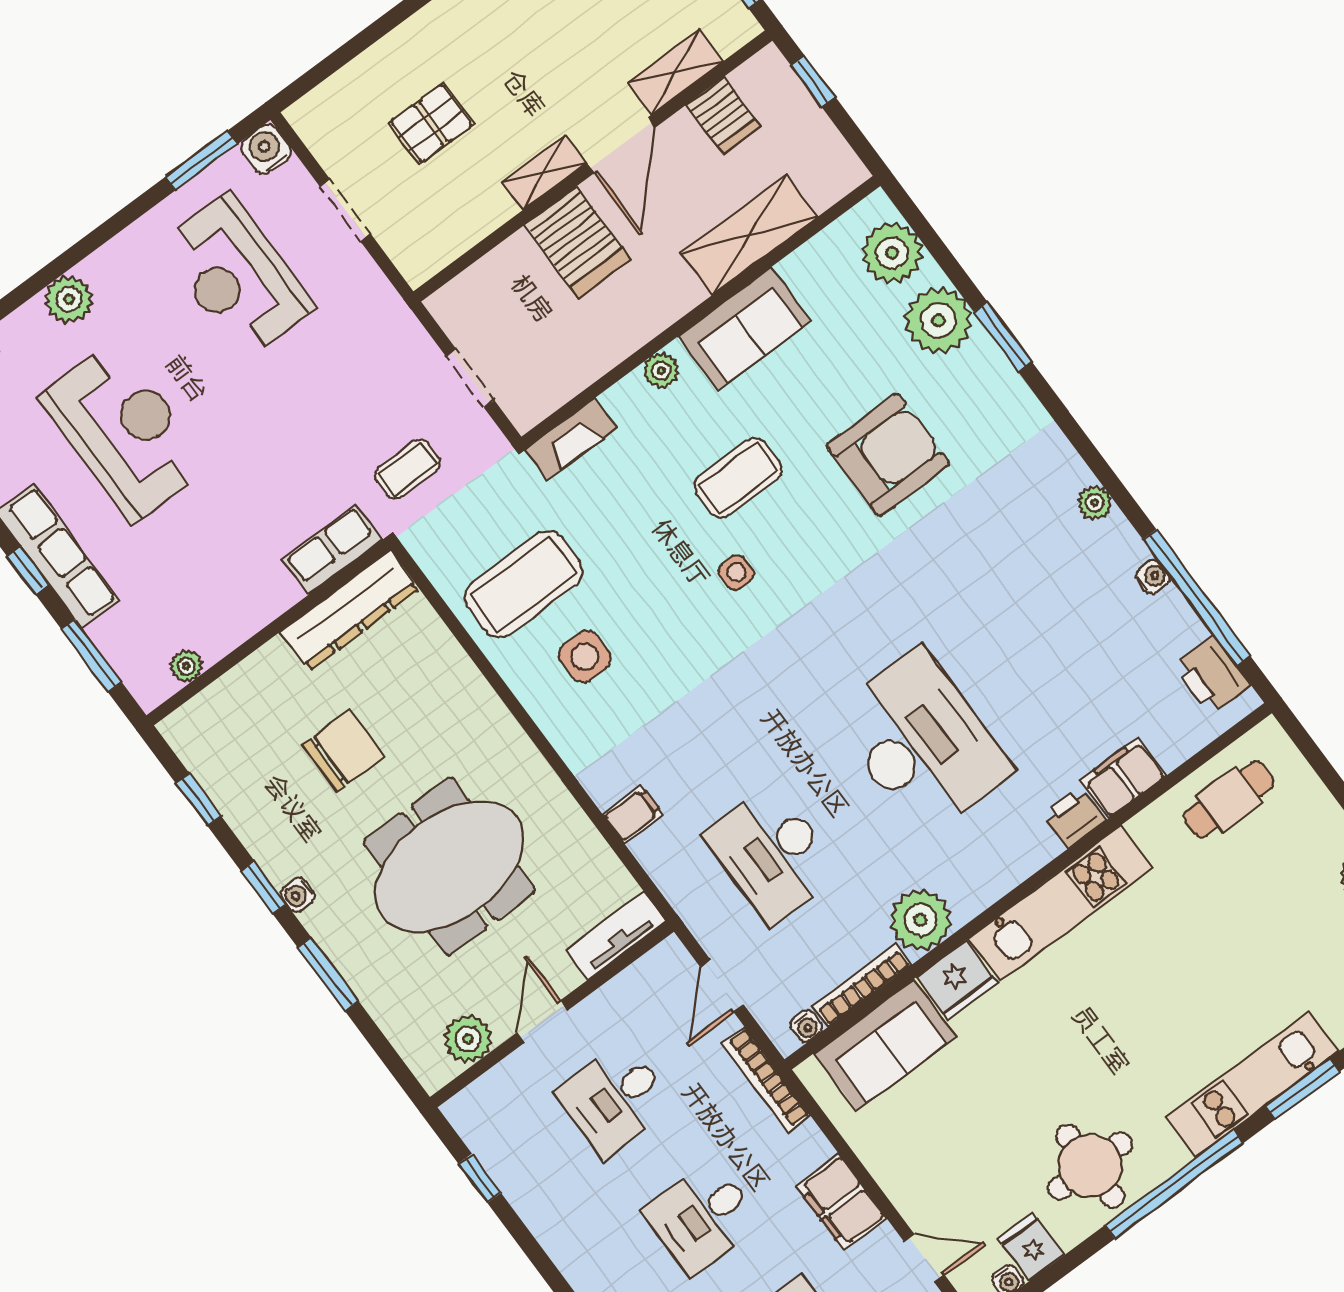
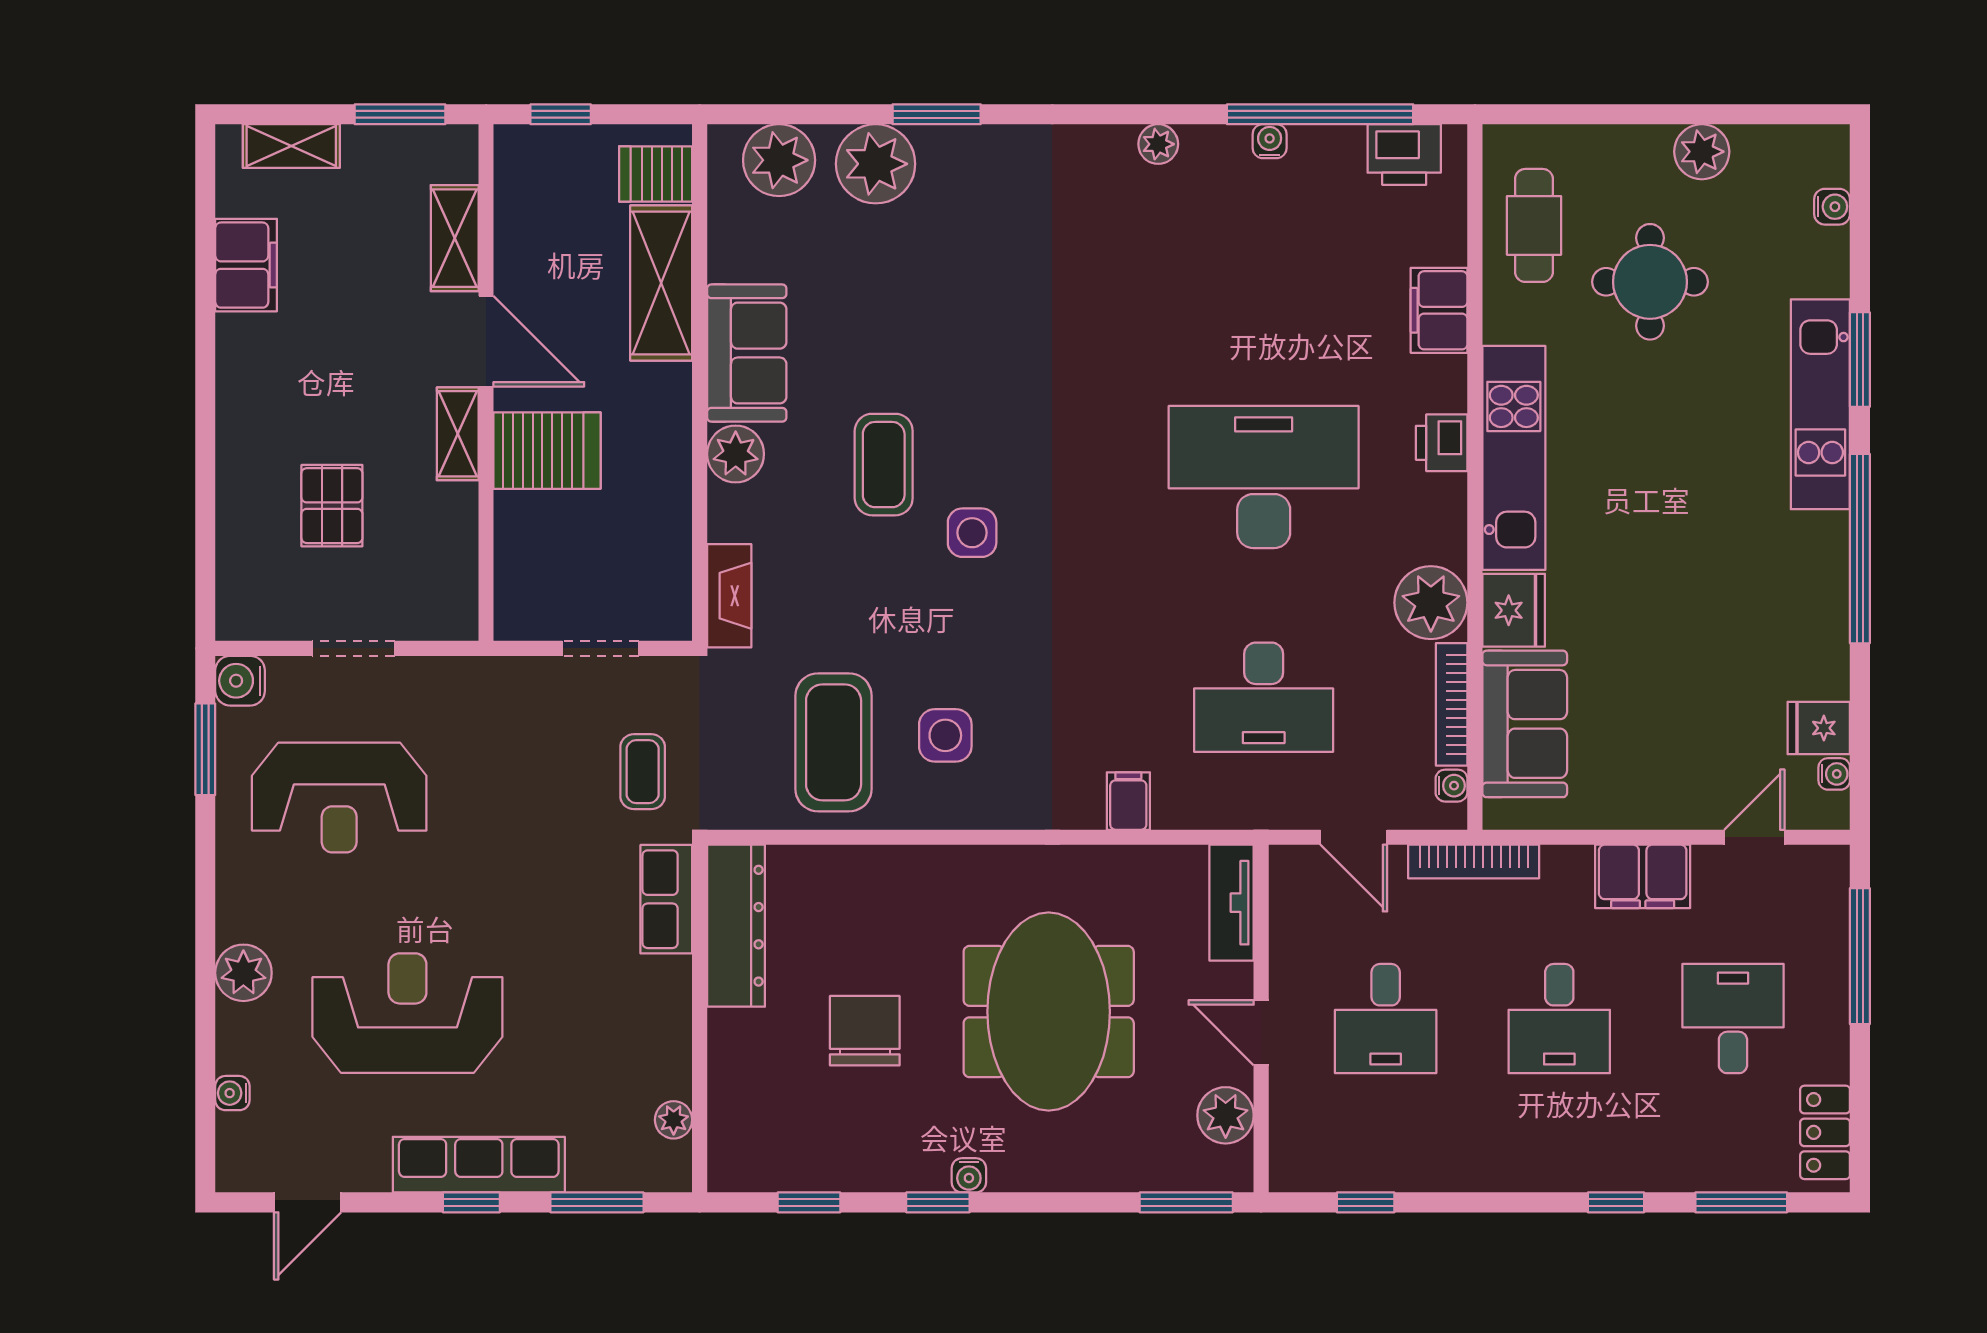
server rack: (723, 116) -> (656, 174), moved, turned 180
plant: (661, 370) -> (736, 454), width x1.38, depth x1.38
armchair: (888, 455) -> (967, 306), removed
side table: (736, 572) -> (972, 533), width x1.37, depth x1.37
printer: (1074, 817) -> (1442, 443), moved
window: (328, 974) -> (1186, 1202), moved
round table: (1090, 1166) -> (1650, 282), moved

